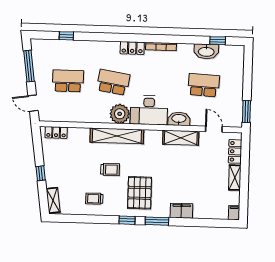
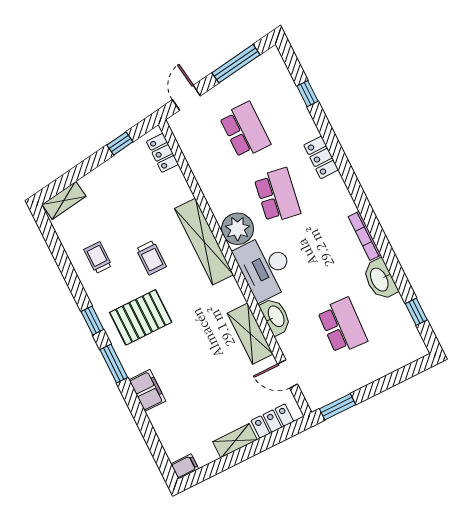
locker: (132, 48) -> (321, 157), moved
washbasin: (206, 51) -> (380, 279), moved
door: (214, 129) -> (288, 374), swing flipped
window: (41, 173) -> (120, 143), moved

